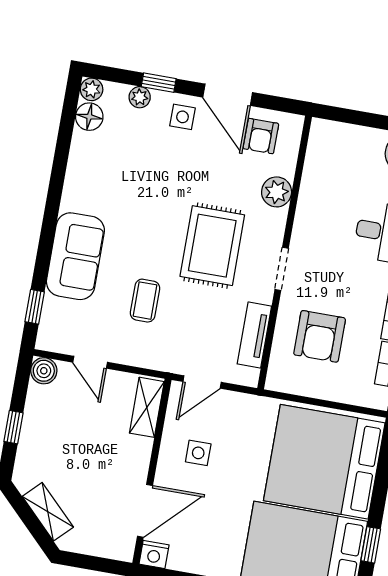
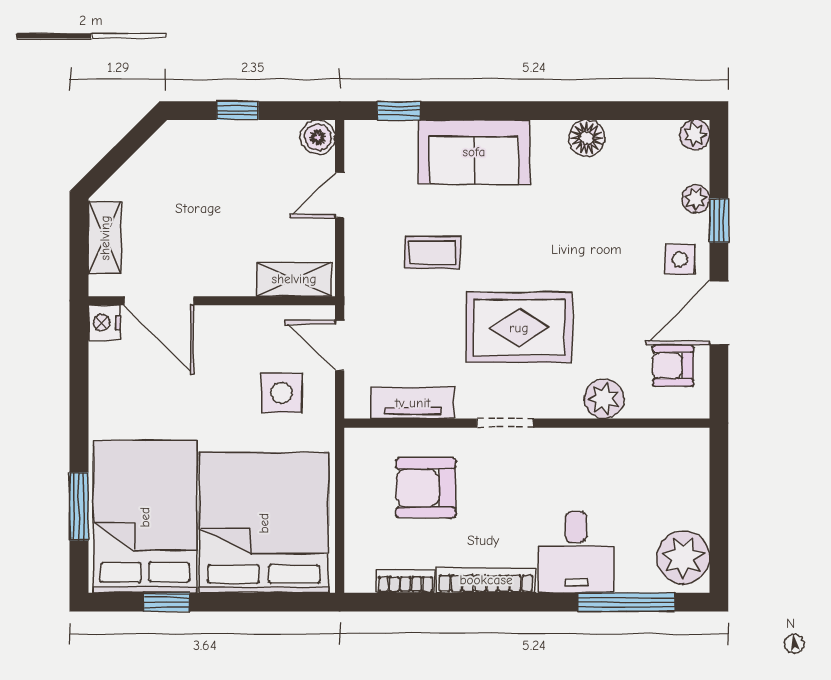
floor lamp: (89, 117) -> (587, 138), moved
side table: (198, 453) -> (282, 393), moved, width x1.37, depth x1.37
shelving: (48, 512) -> (105, 238), moved, turned -45

